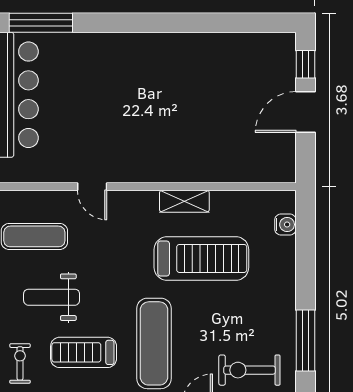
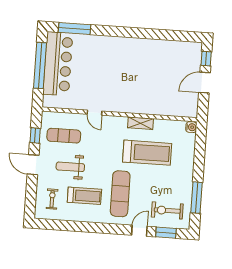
water cooler: (285, 225) -> (191, 127), moved
treadmill: (84, 352) -> (84, 196), turned 180

